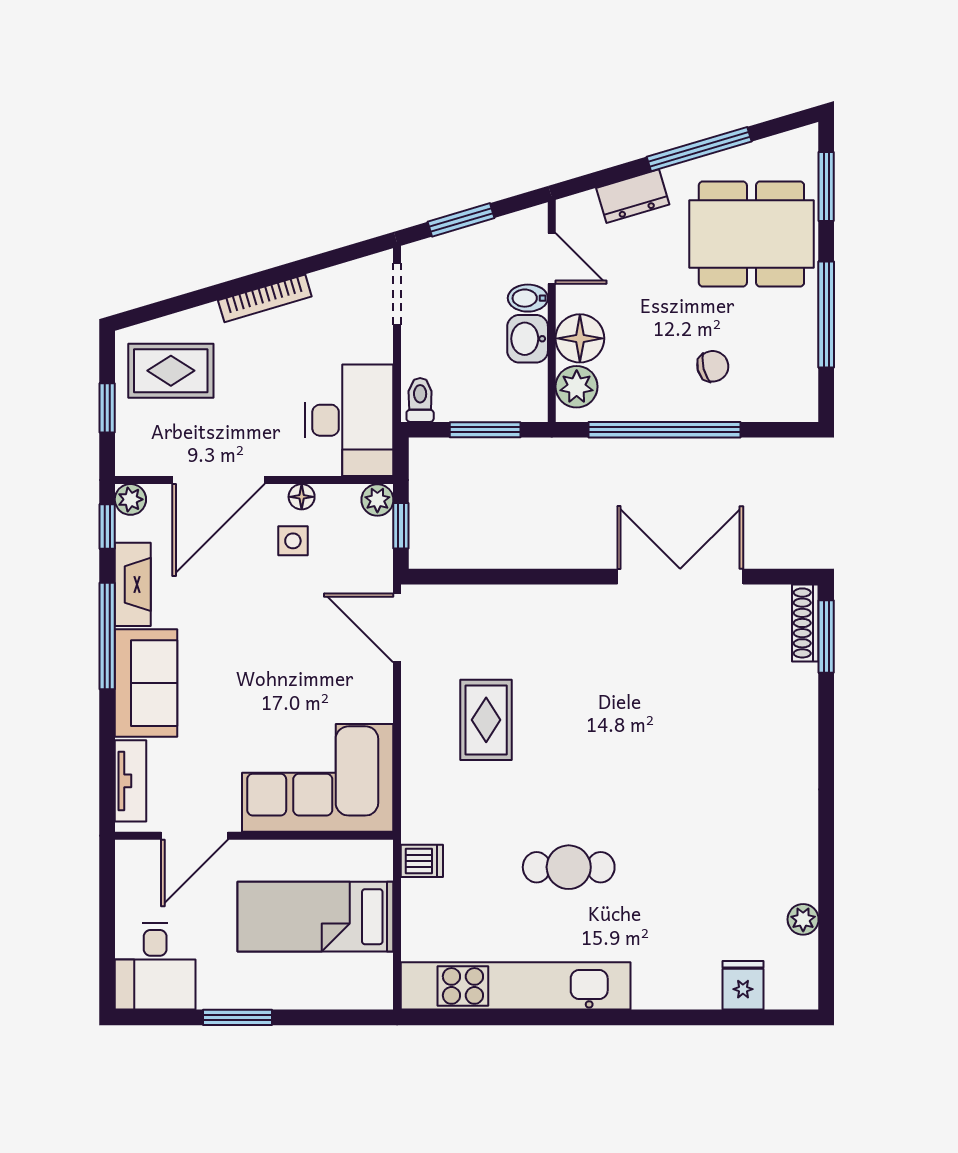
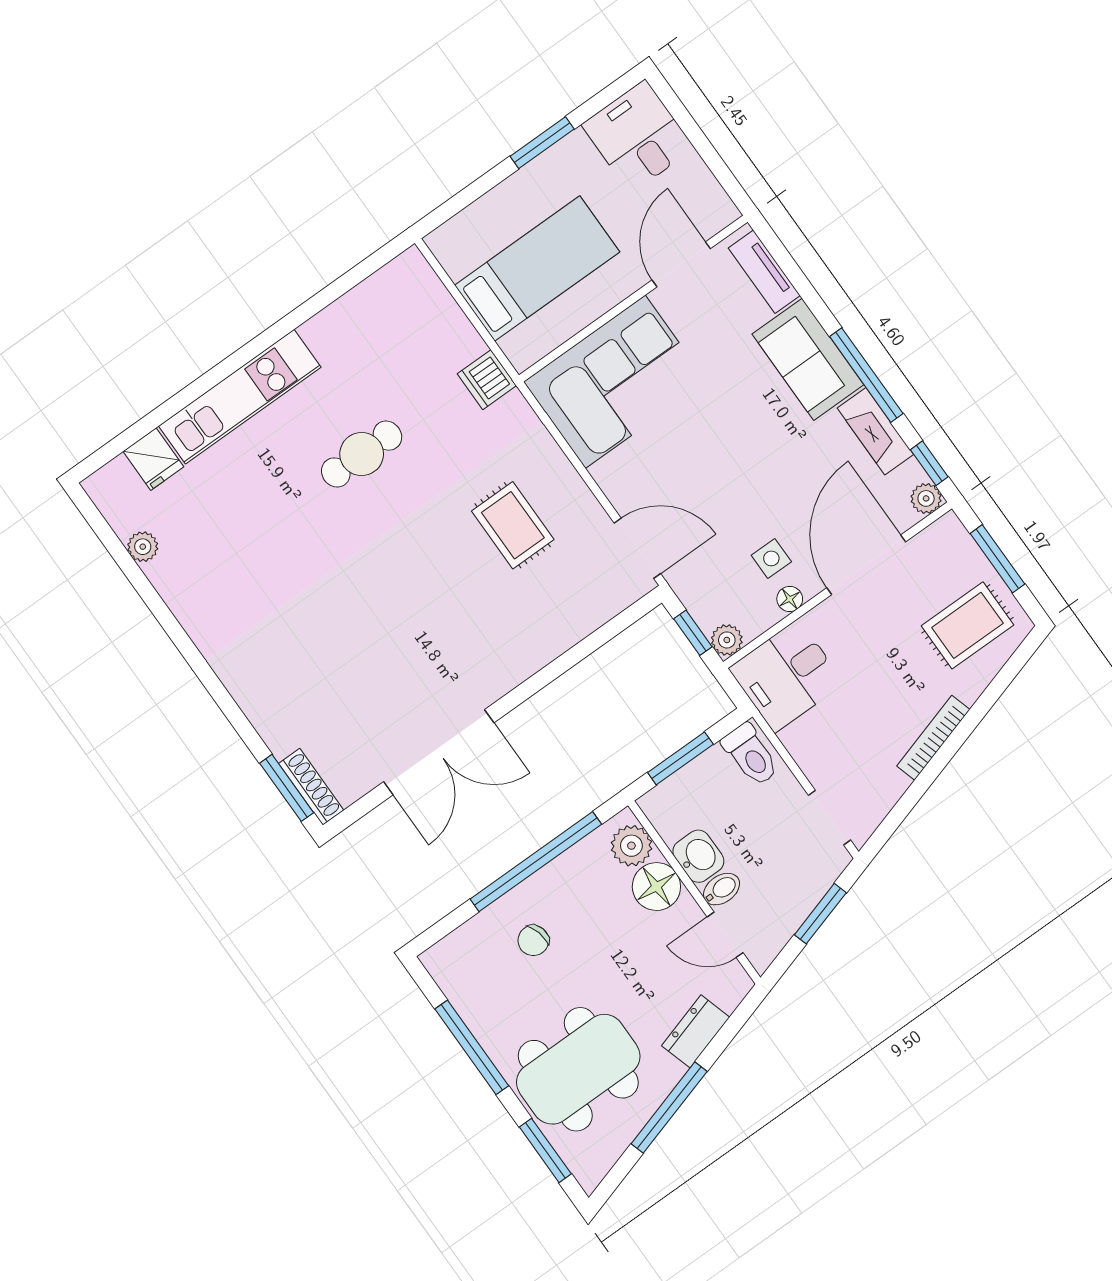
toilet: (420, 400) -> (751, 755), width x1.37, depth x1.39
window: (107, 408) -> (997, 559), width x1.50
desk: (349, 420) -> (787, 676), width x0.73
dishwasher: (422, 861) -> (487, 380), width x1.38
kitchen unit: (516, 986) -> (240, 397), moved, width x0.73

